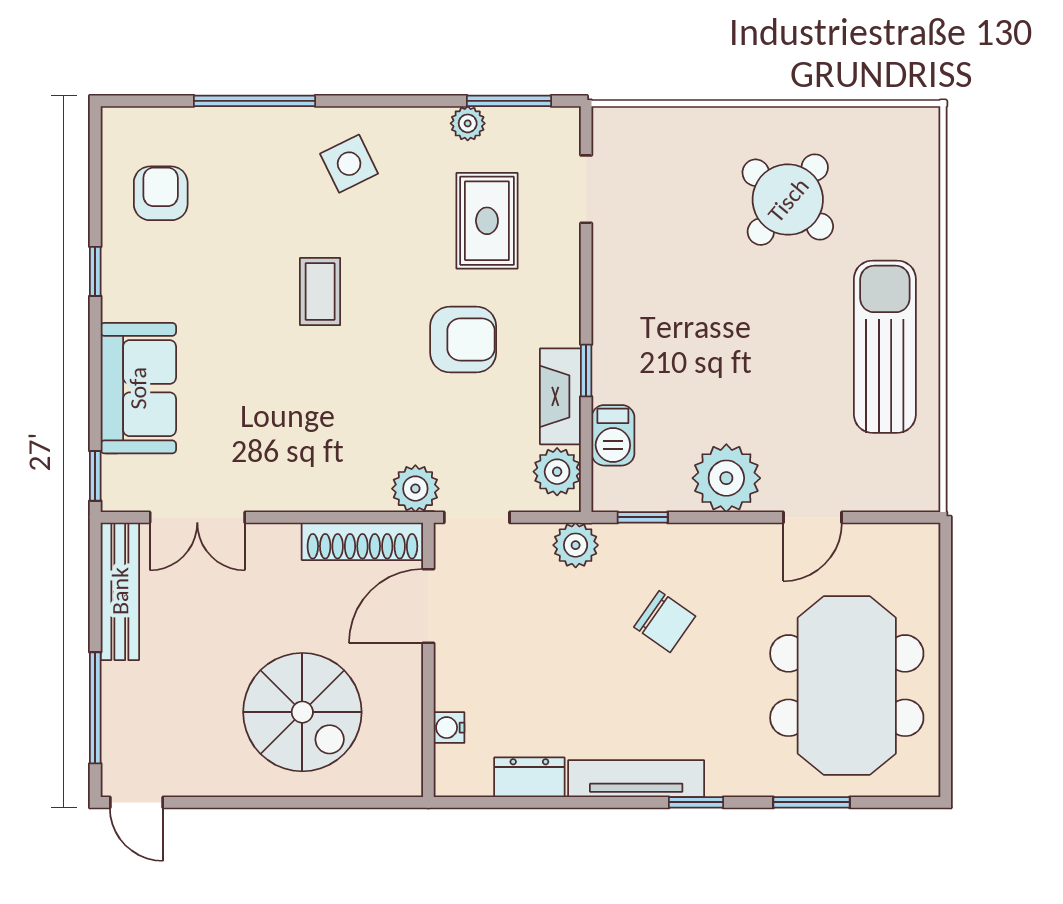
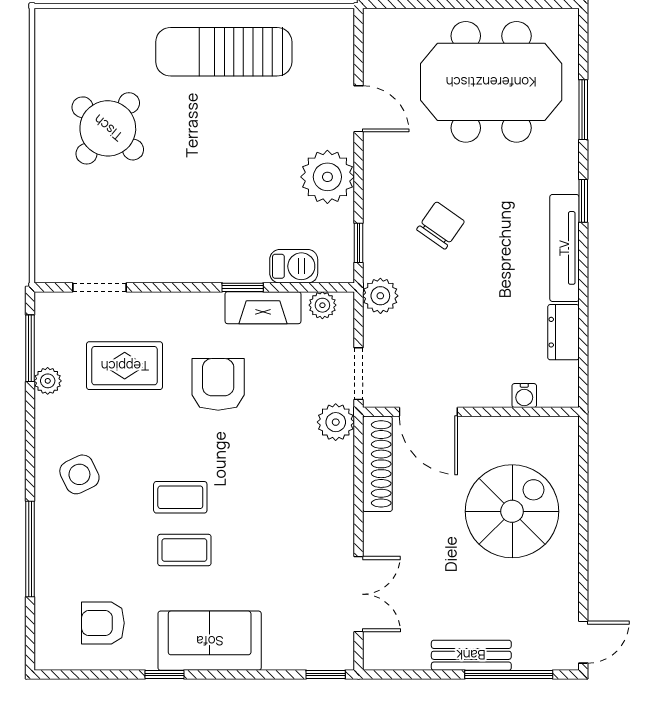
coffee table: (253, 297) -> (184, 550), added
sofa: (138, 388) -> (210, 641), moved
plant: (557, 472) -> (322, 305), width x0.73, depth x0.73
bench: (120, 591) -> (471, 655), moved, width x0.73

